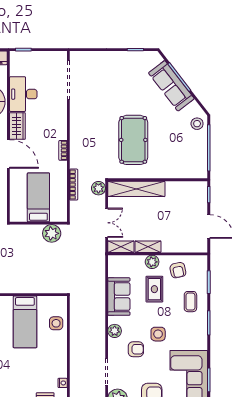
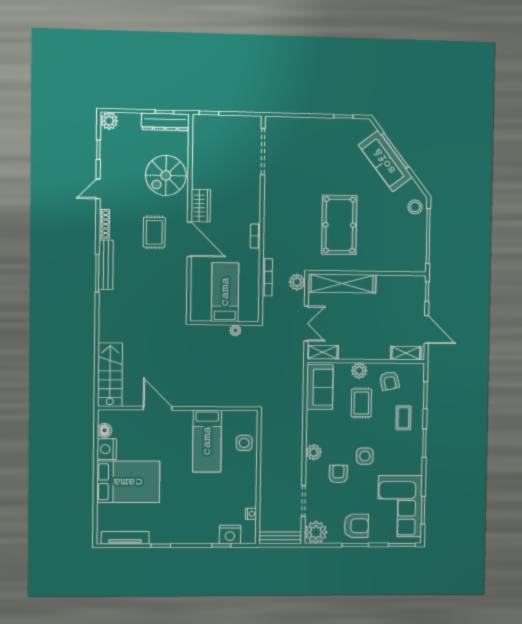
desk: (23, 94) -> (208, 167), removed
plant: (52, 233) -> (235, 330), width x0.53, depth x0.53
shelving: (148, 247) -> (406, 353), moved
sofa: (119, 297) -> (320, 387), moved
armchair: (136, 349) -> (338, 474), turned -90

